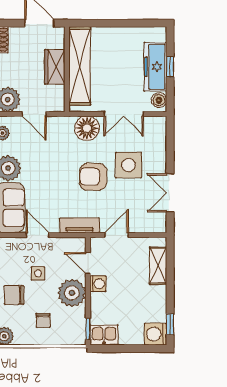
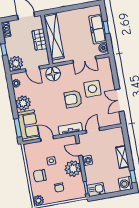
floor lamp: (87, 128) -> (53, 74), moved
shelving: (158, 266) -> (122, 157), moved

